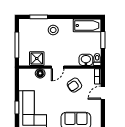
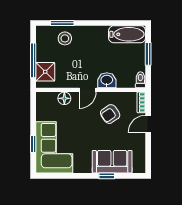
stool: (53, 30) -> (65, 38), moved
shower: (37, 59) -> (45, 72), moved
washbasin: (86, 60) -> (107, 80), moved

